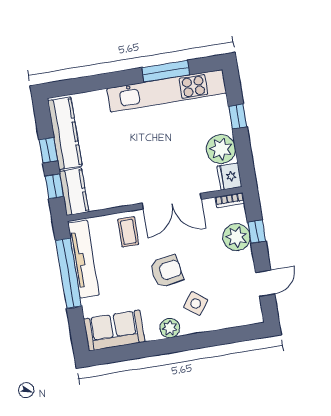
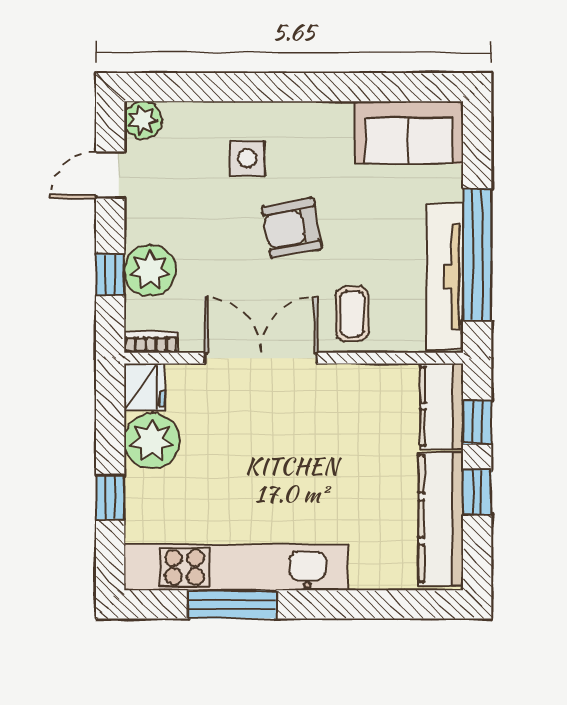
side table: (196, 303) -> (247, 158), turned -37
plant: (170, 328) -> (143, 120), moved

